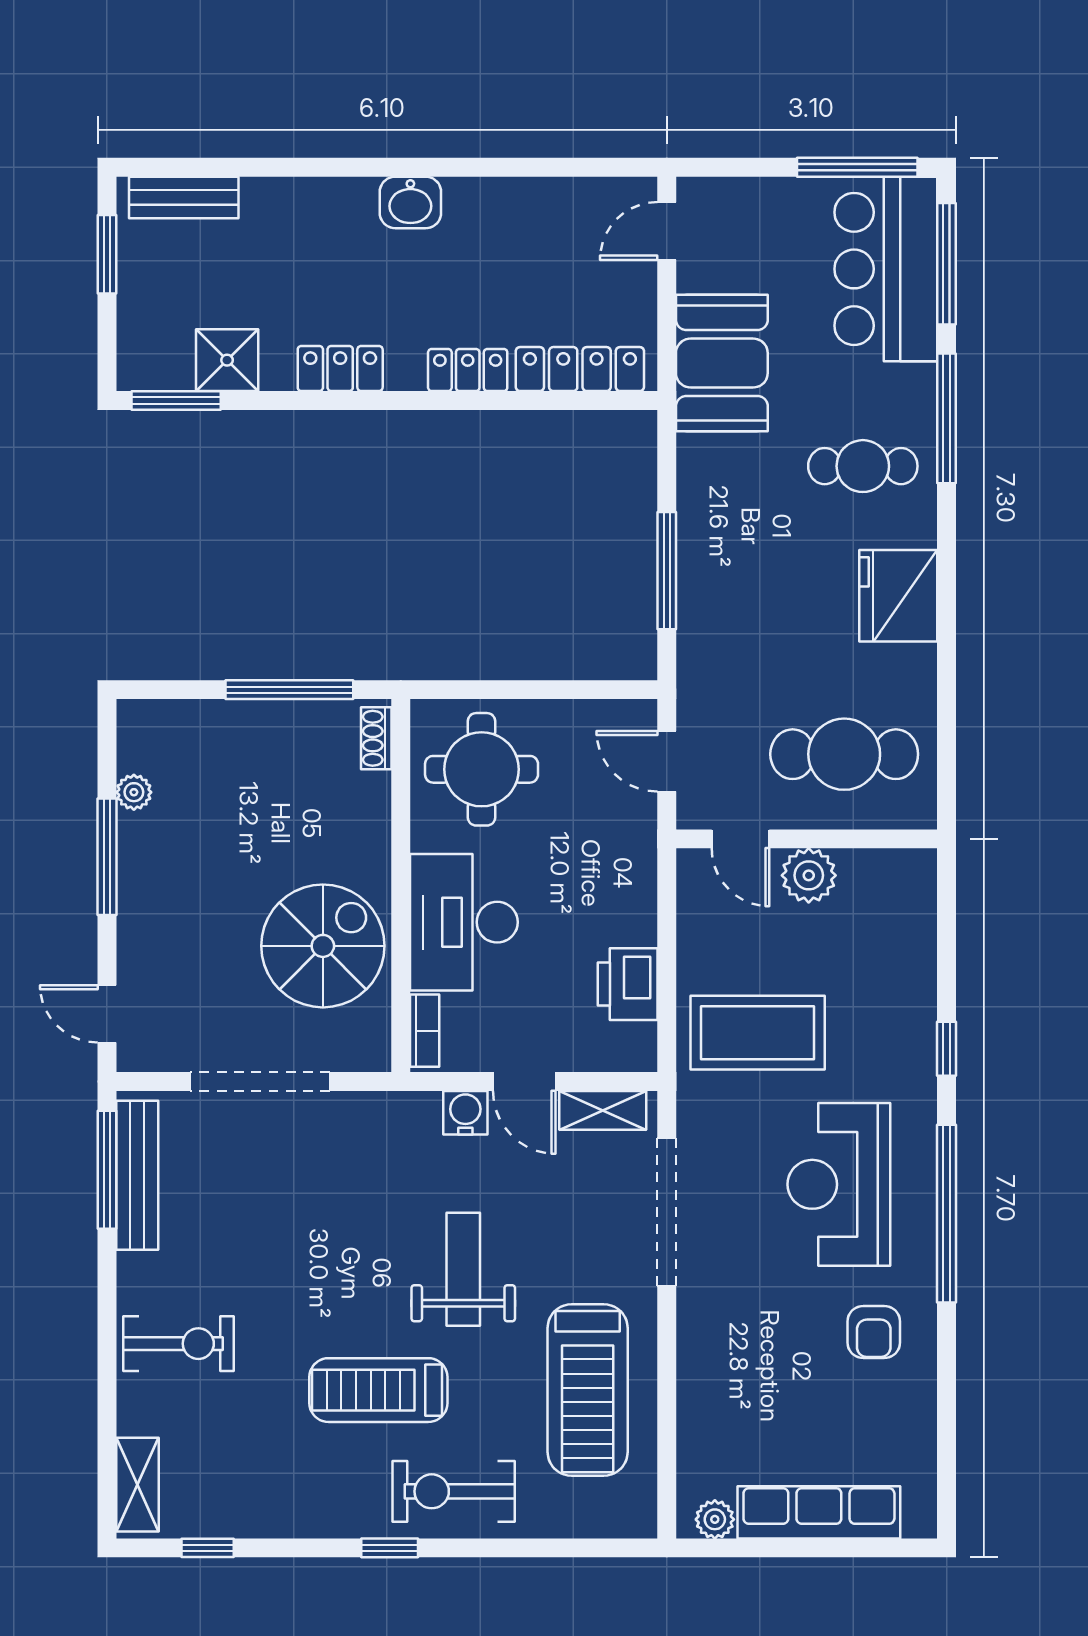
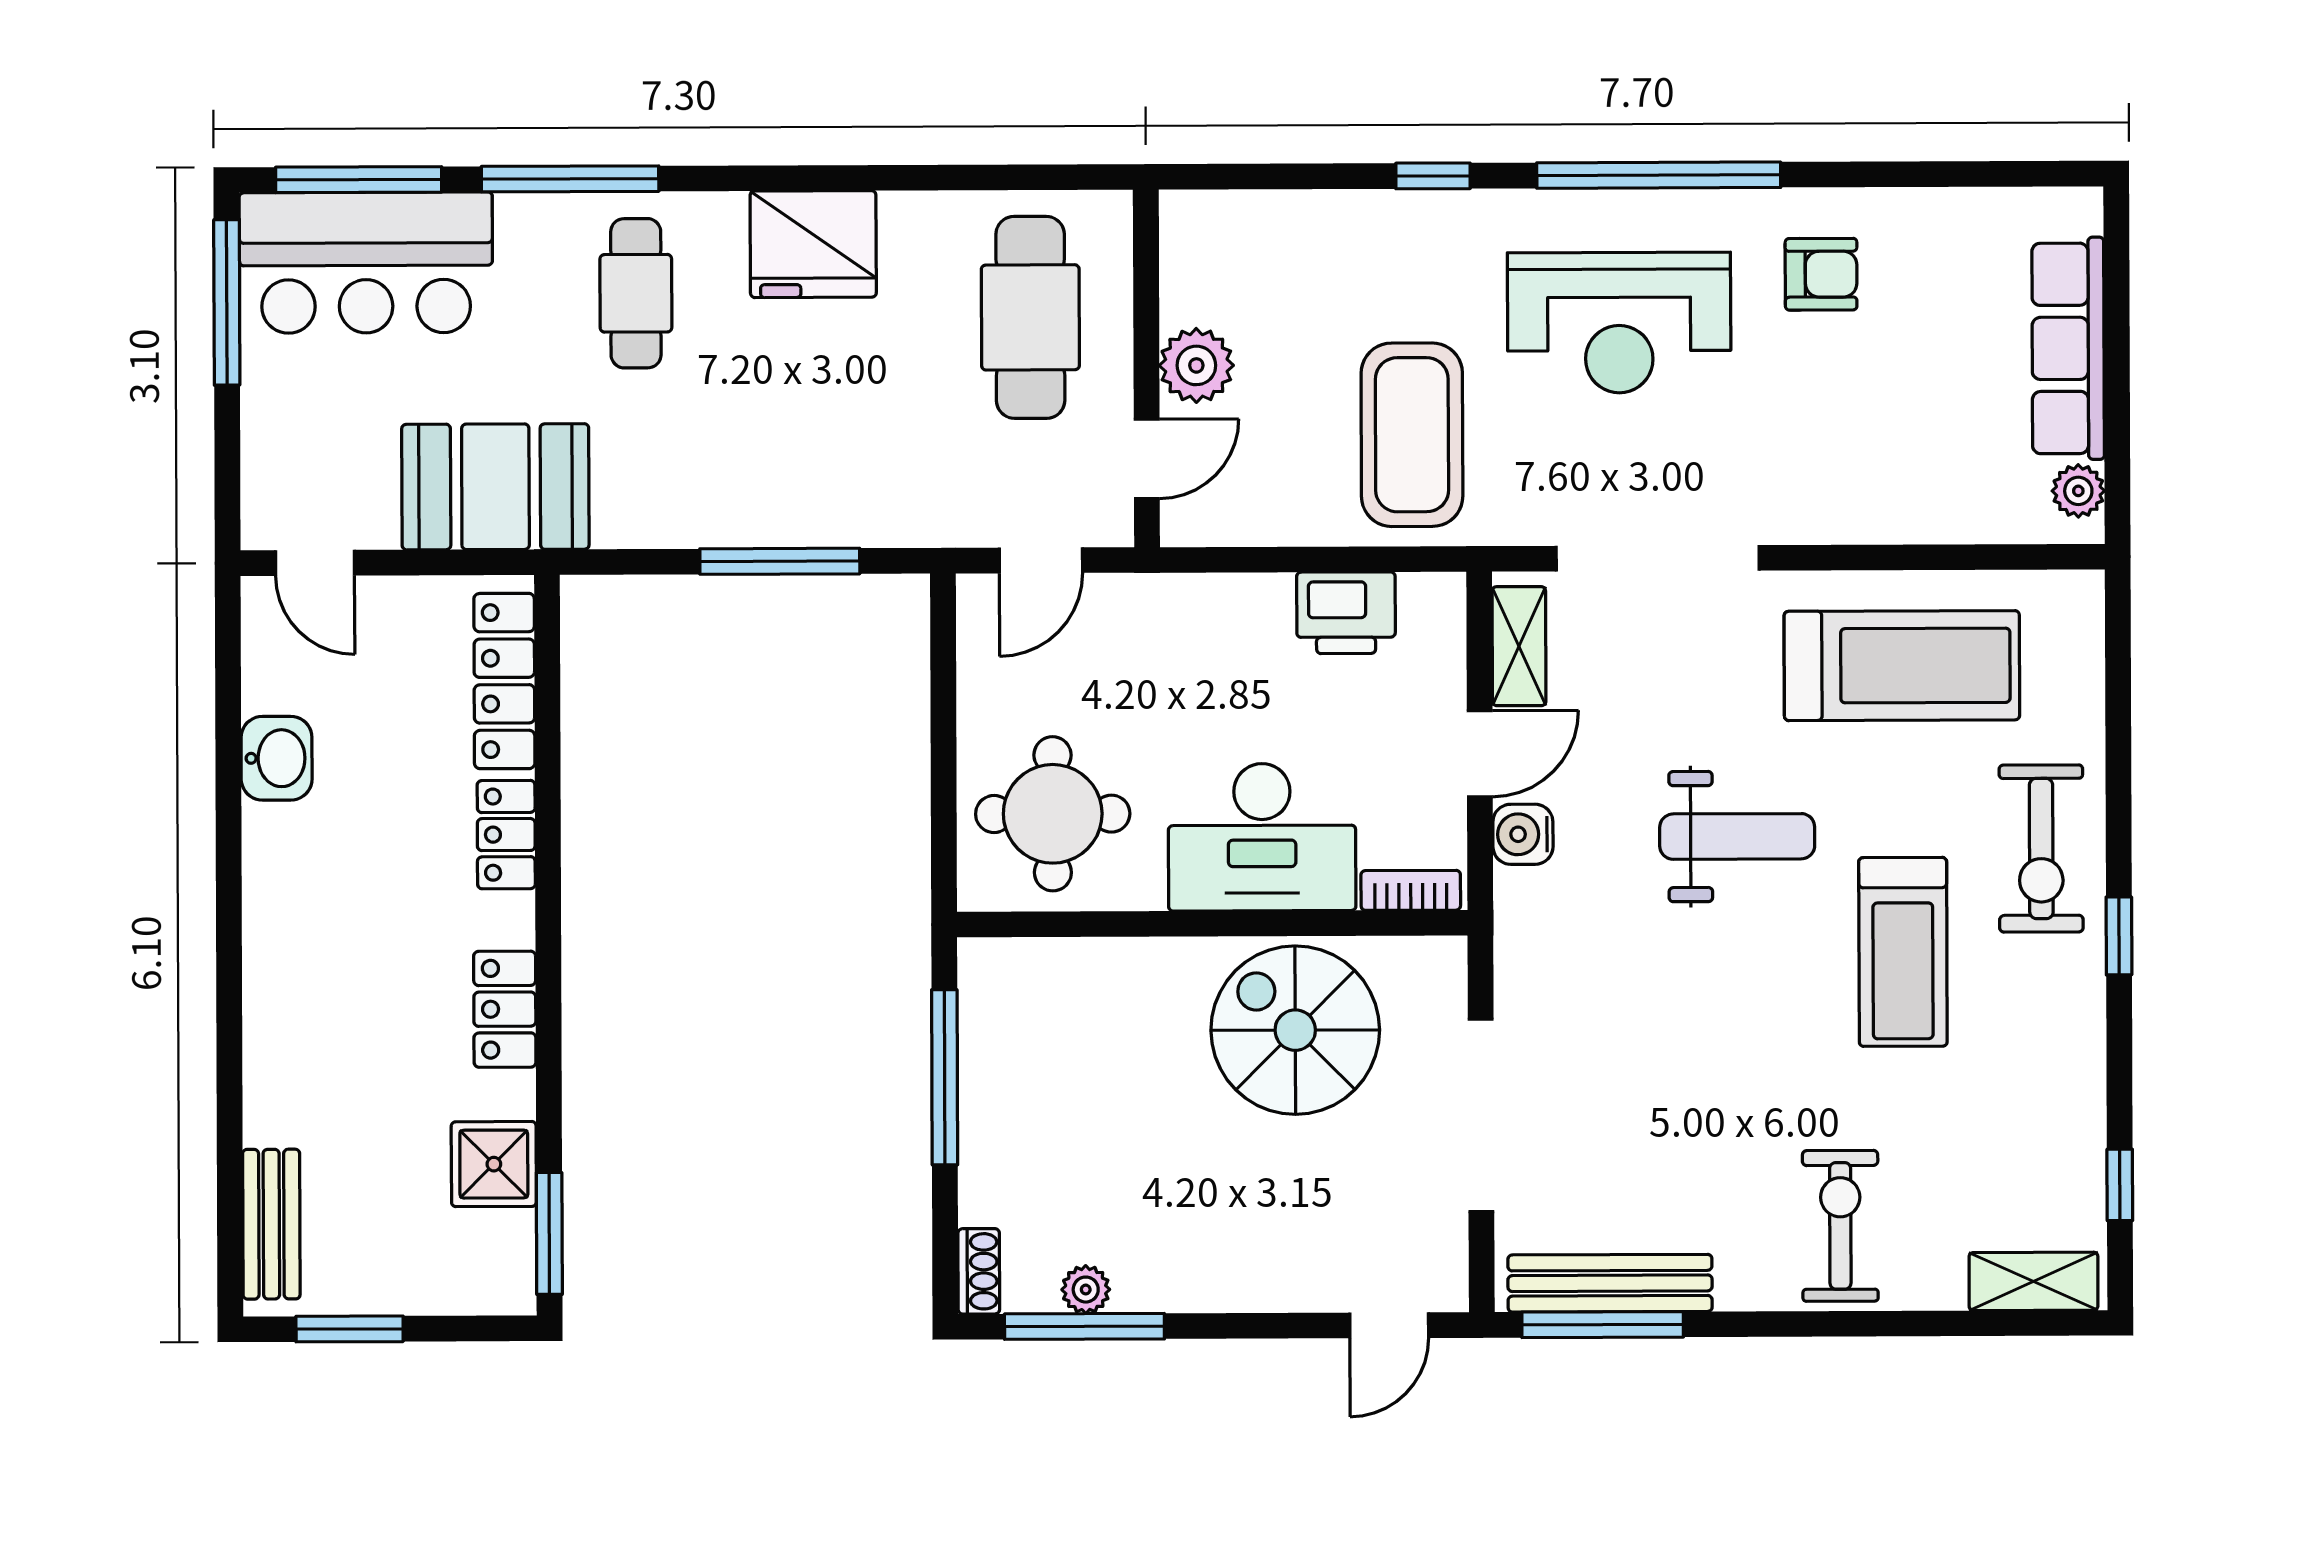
washbasin: (410, 202) -> (277, 758), moved
shoe rack: (376, 738) -> (979, 1271), moved, turned -90
window: (107, 857) -> (1084, 1326), moved
weight bench: (463, 1269) -> (1737, 836), turned 180

